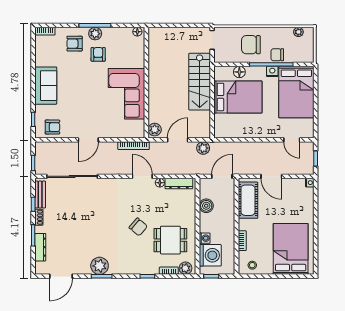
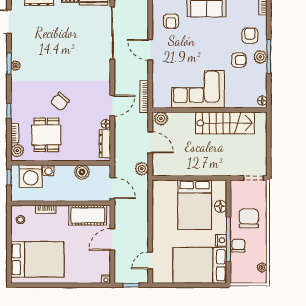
stairs: (200, 82) -> (225, 123), moved, turned 180
armchair: (52, 127) -> (171, 21), moved
plant: (100, 266) -> (16, 66), width x0.53, depth x0.53

